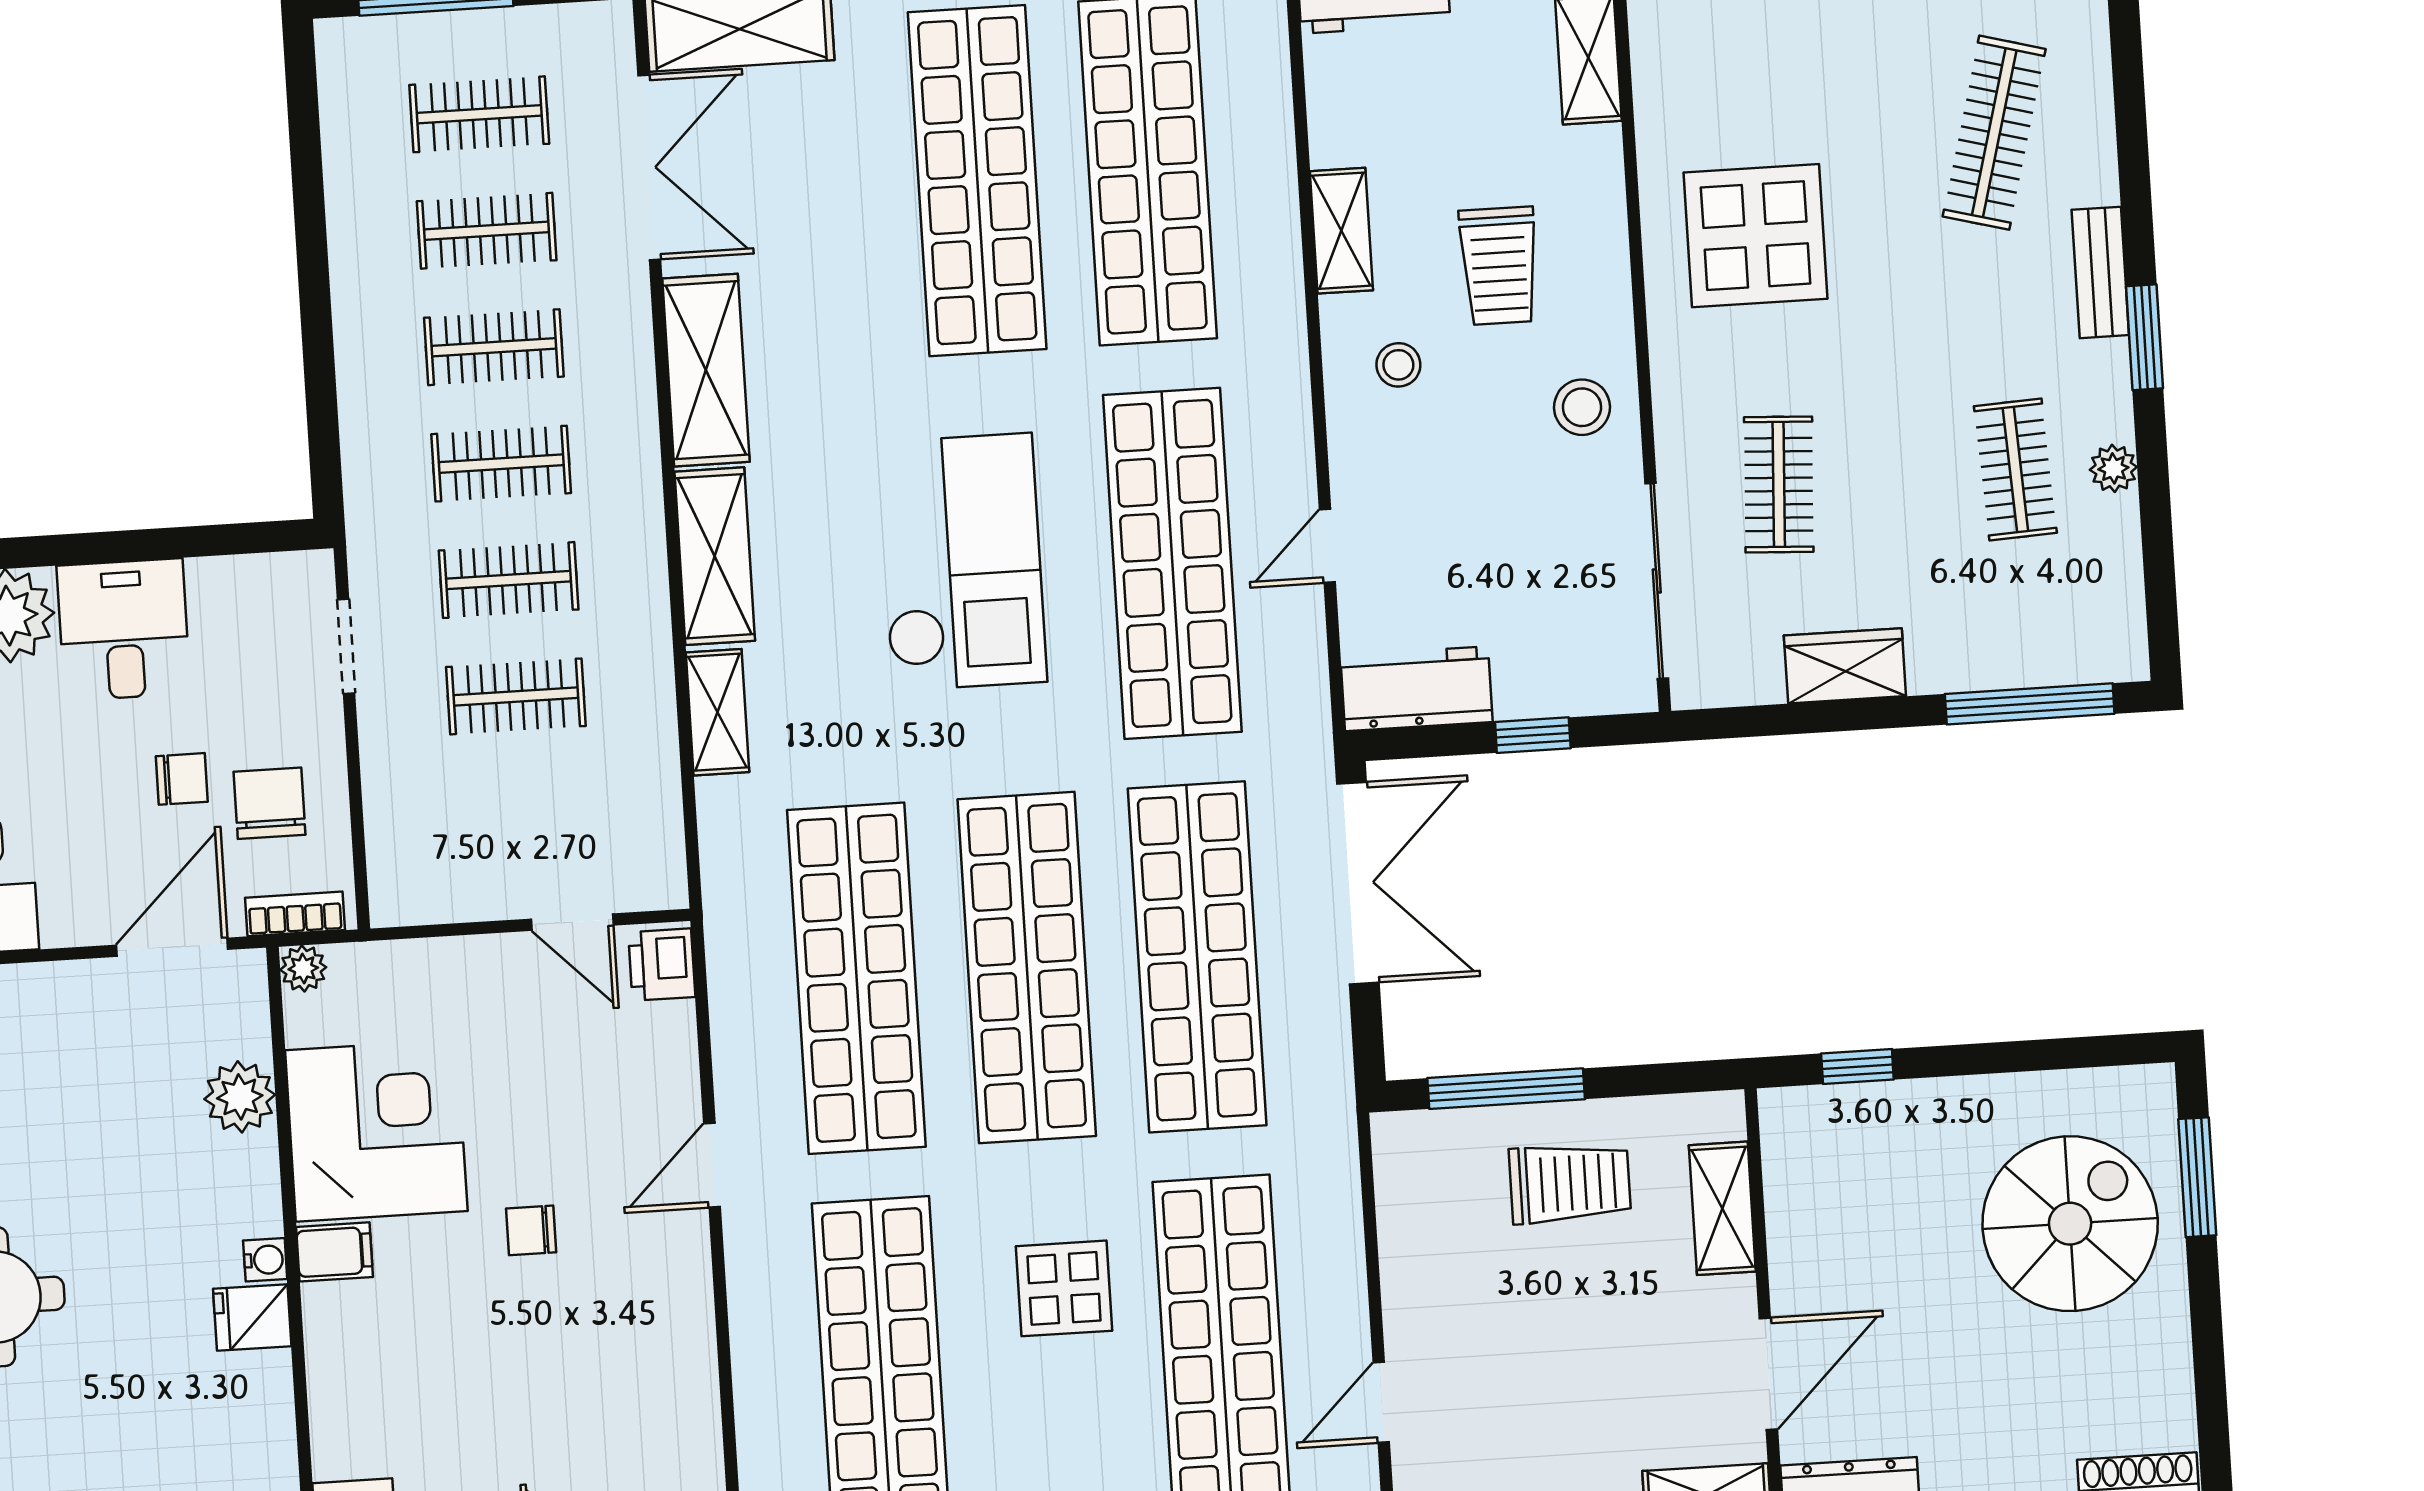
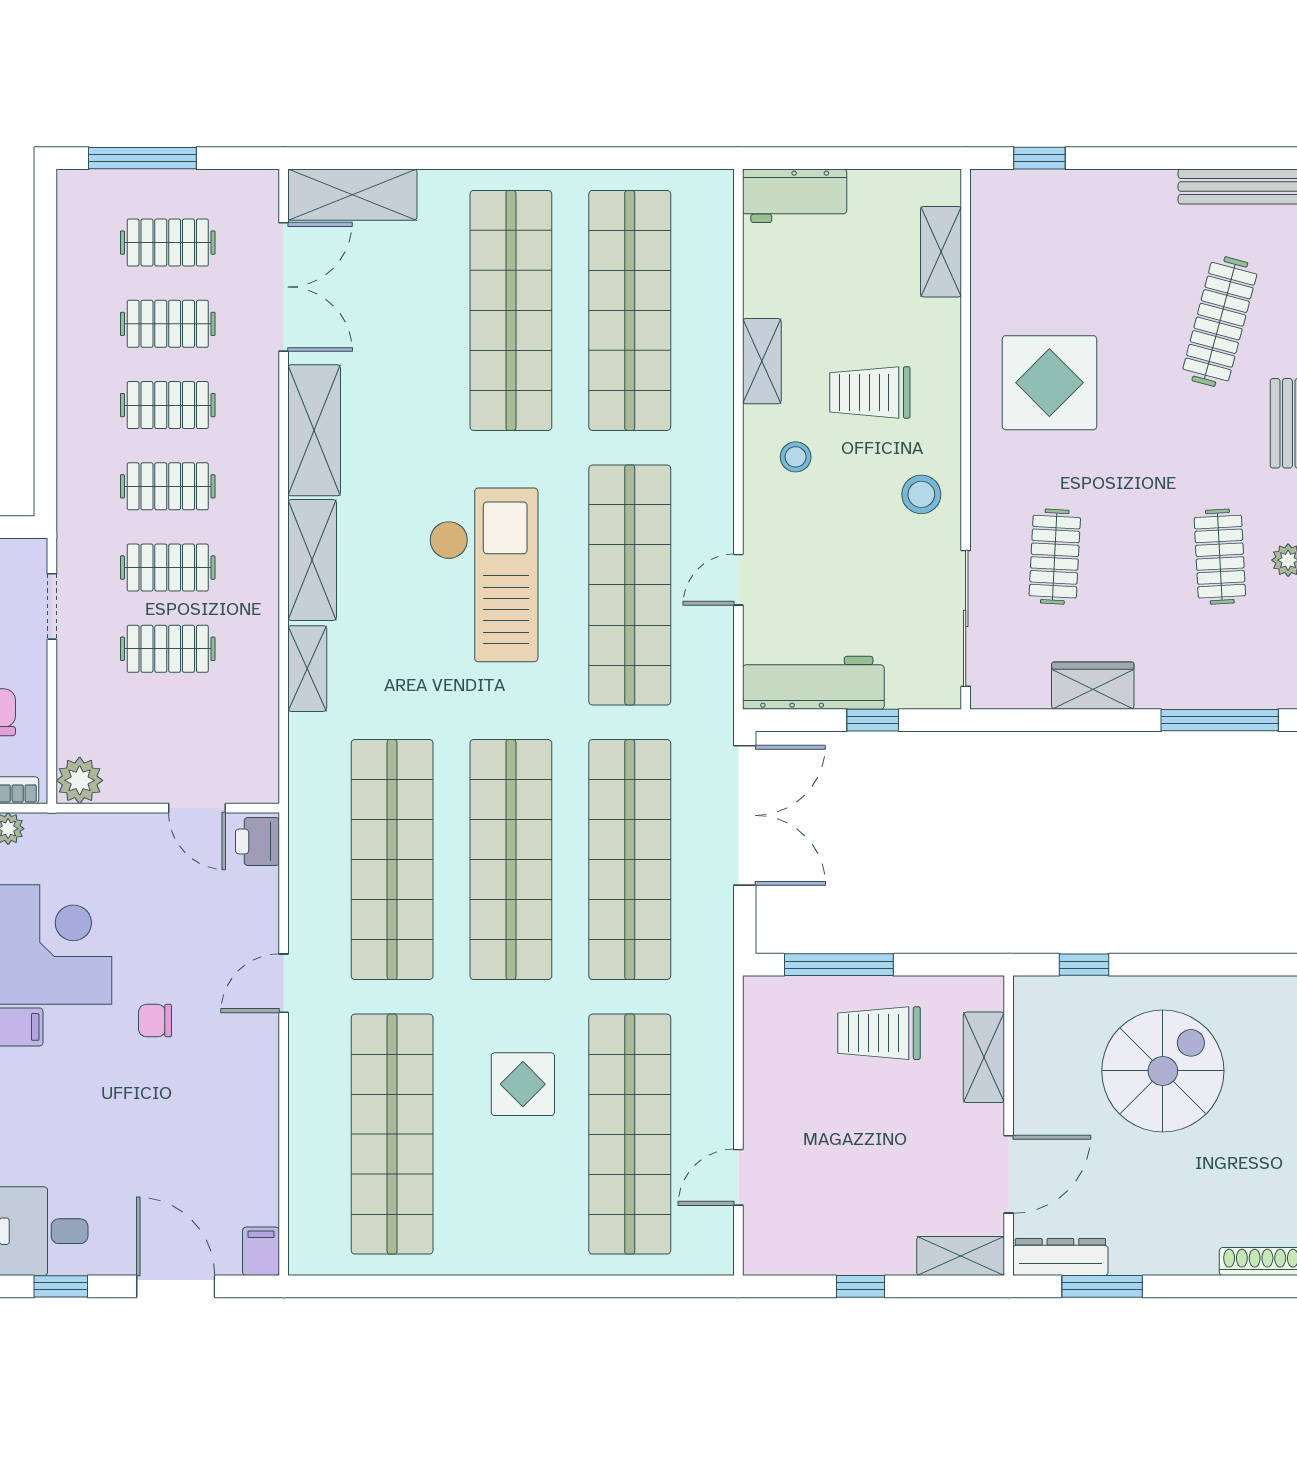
trolley: (1499, 266) -> (870, 392), turned 90
workbench: (1417, 689) -> (813, 683), width x1.38
plant: (401, 893) -> (80, 780), added
trolley: (1570, 1183) -> (879, 1033), turned 180
spiral stairs: (2070, 1224) -> (1163, 1071), moved

